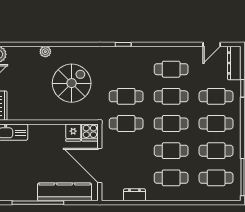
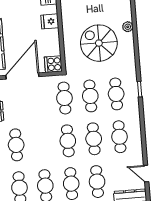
plant: (45, 52) -> (128, 27), moved
spiral stairs: (72, 83) -> (99, 43), turned 180
fridge: (73, 133) -> (50, 21), moved
cafe table: (171, 151) -> (116, 94), moved

